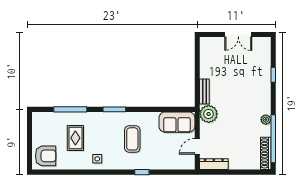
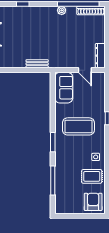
plant: (209, 114) -> (57, 60), removed
rug: (75, 138) -> (92, 176), moved
coffee table: (132, 139) -> (78, 126), width x1.36, depth x1.32

